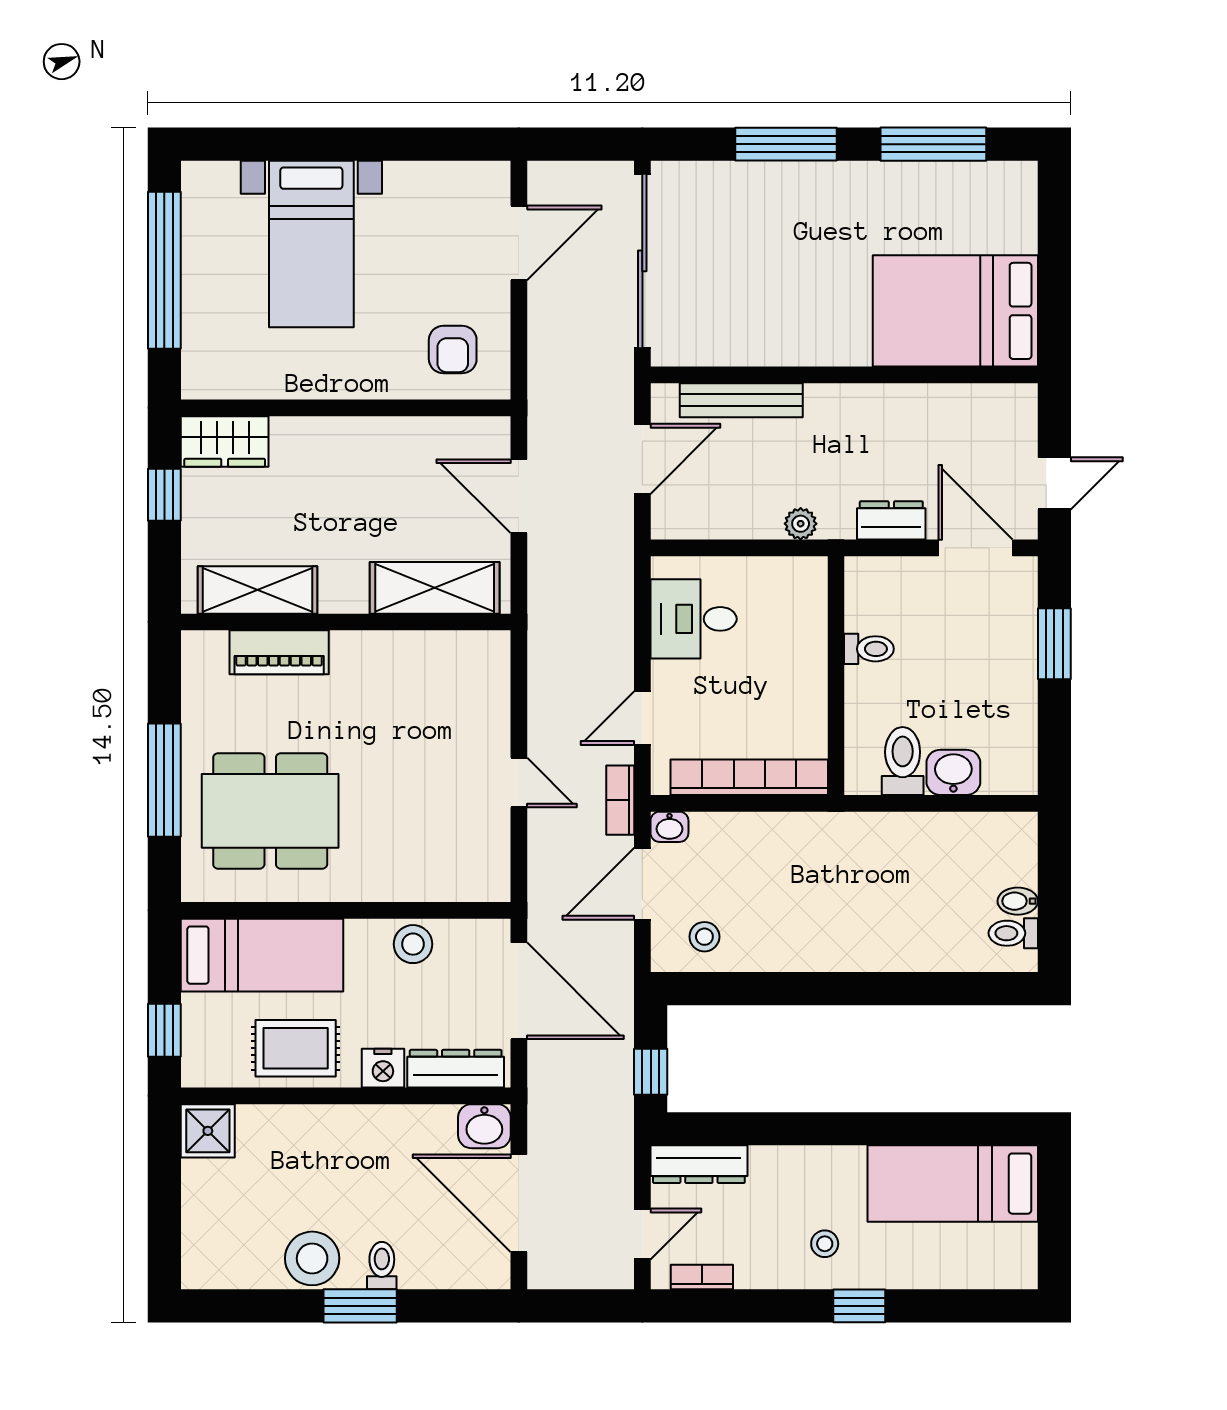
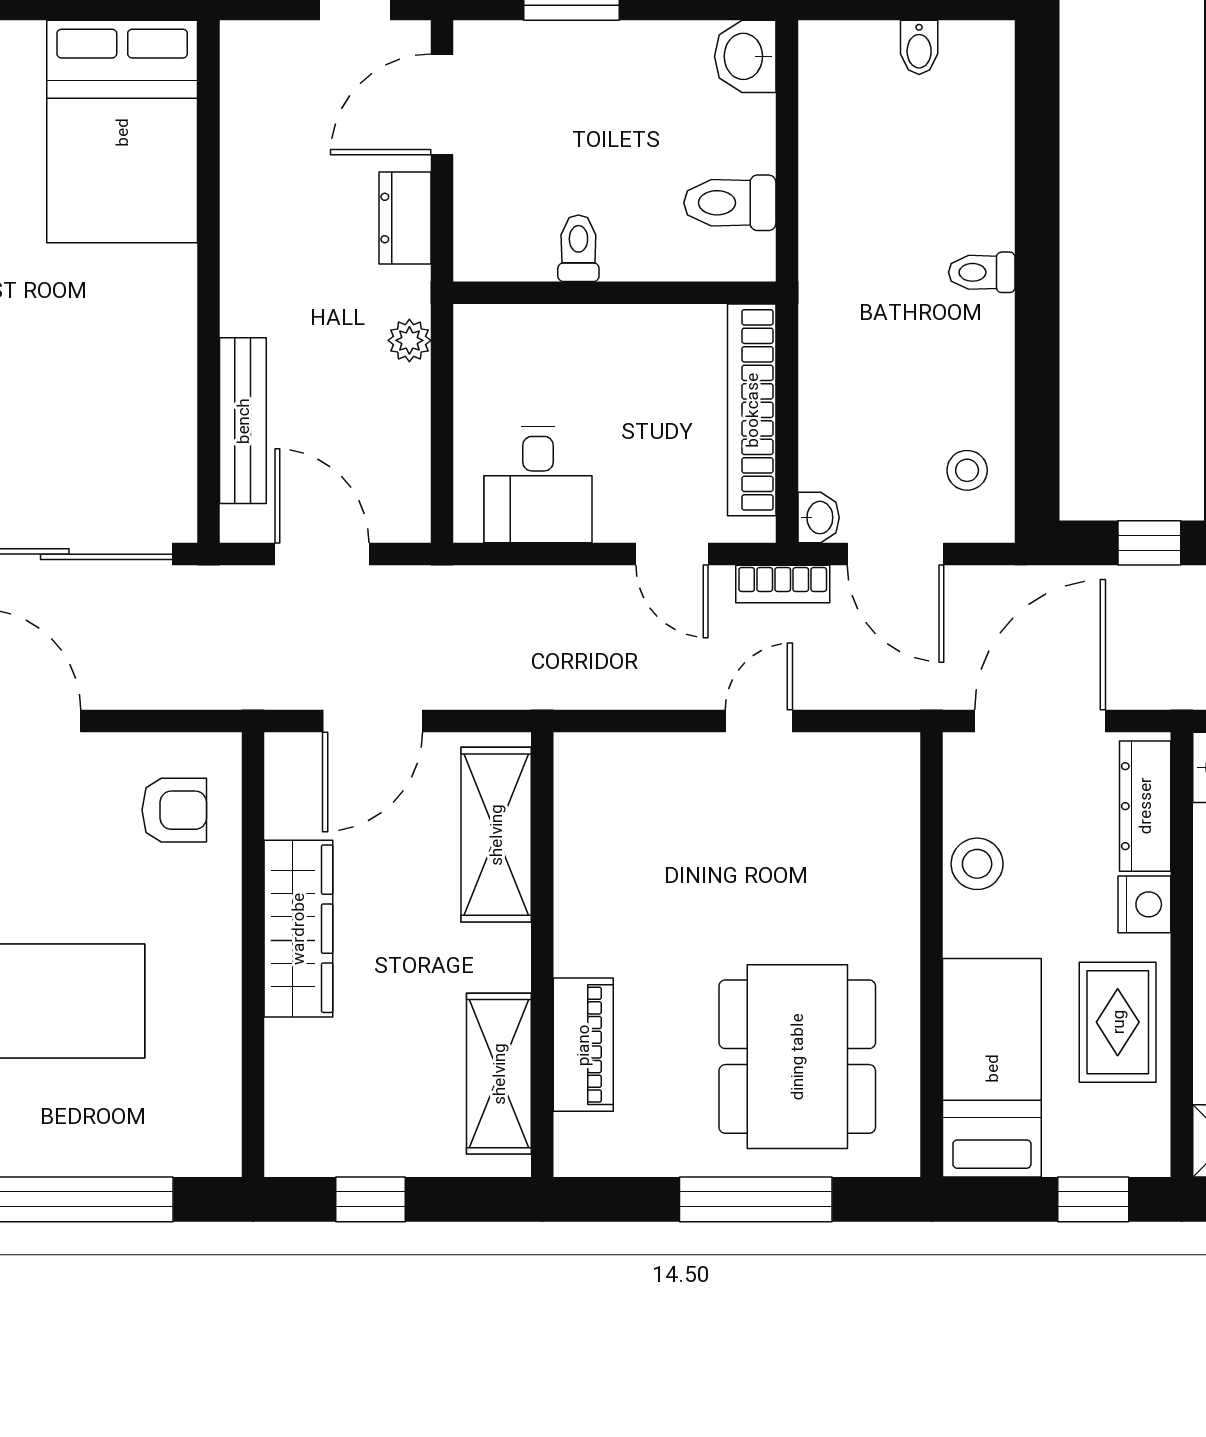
wardrobe: (225, 441) -> (298, 929), moved, width x1.50
washbasin: (953, 772) -> (745, 56), moved
toilet: (1013, 933) -> (982, 272), moved, turned 90

